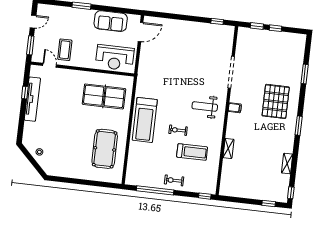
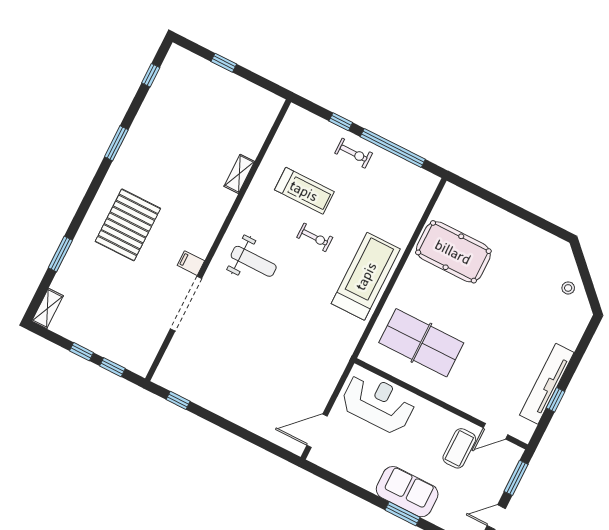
sofa: (111, 21) -> (407, 492), moved
door: (50, 65) -> (495, 431), hinge flipped
filing cabinet: (235, 108) -> (191, 263), moved
window: (299, 126) -> (116, 143), moved
pool table: (105, 149) -> (453, 252), turned 90
treadmill: (192, 152) -> (304, 191), turned 180
shelving: (287, 164) -> (48, 308), moved
window: (291, 193) -> (151, 75), moved
window: (205, 196) -> (341, 122), moved
window: (269, 203) -> (224, 63), moved

